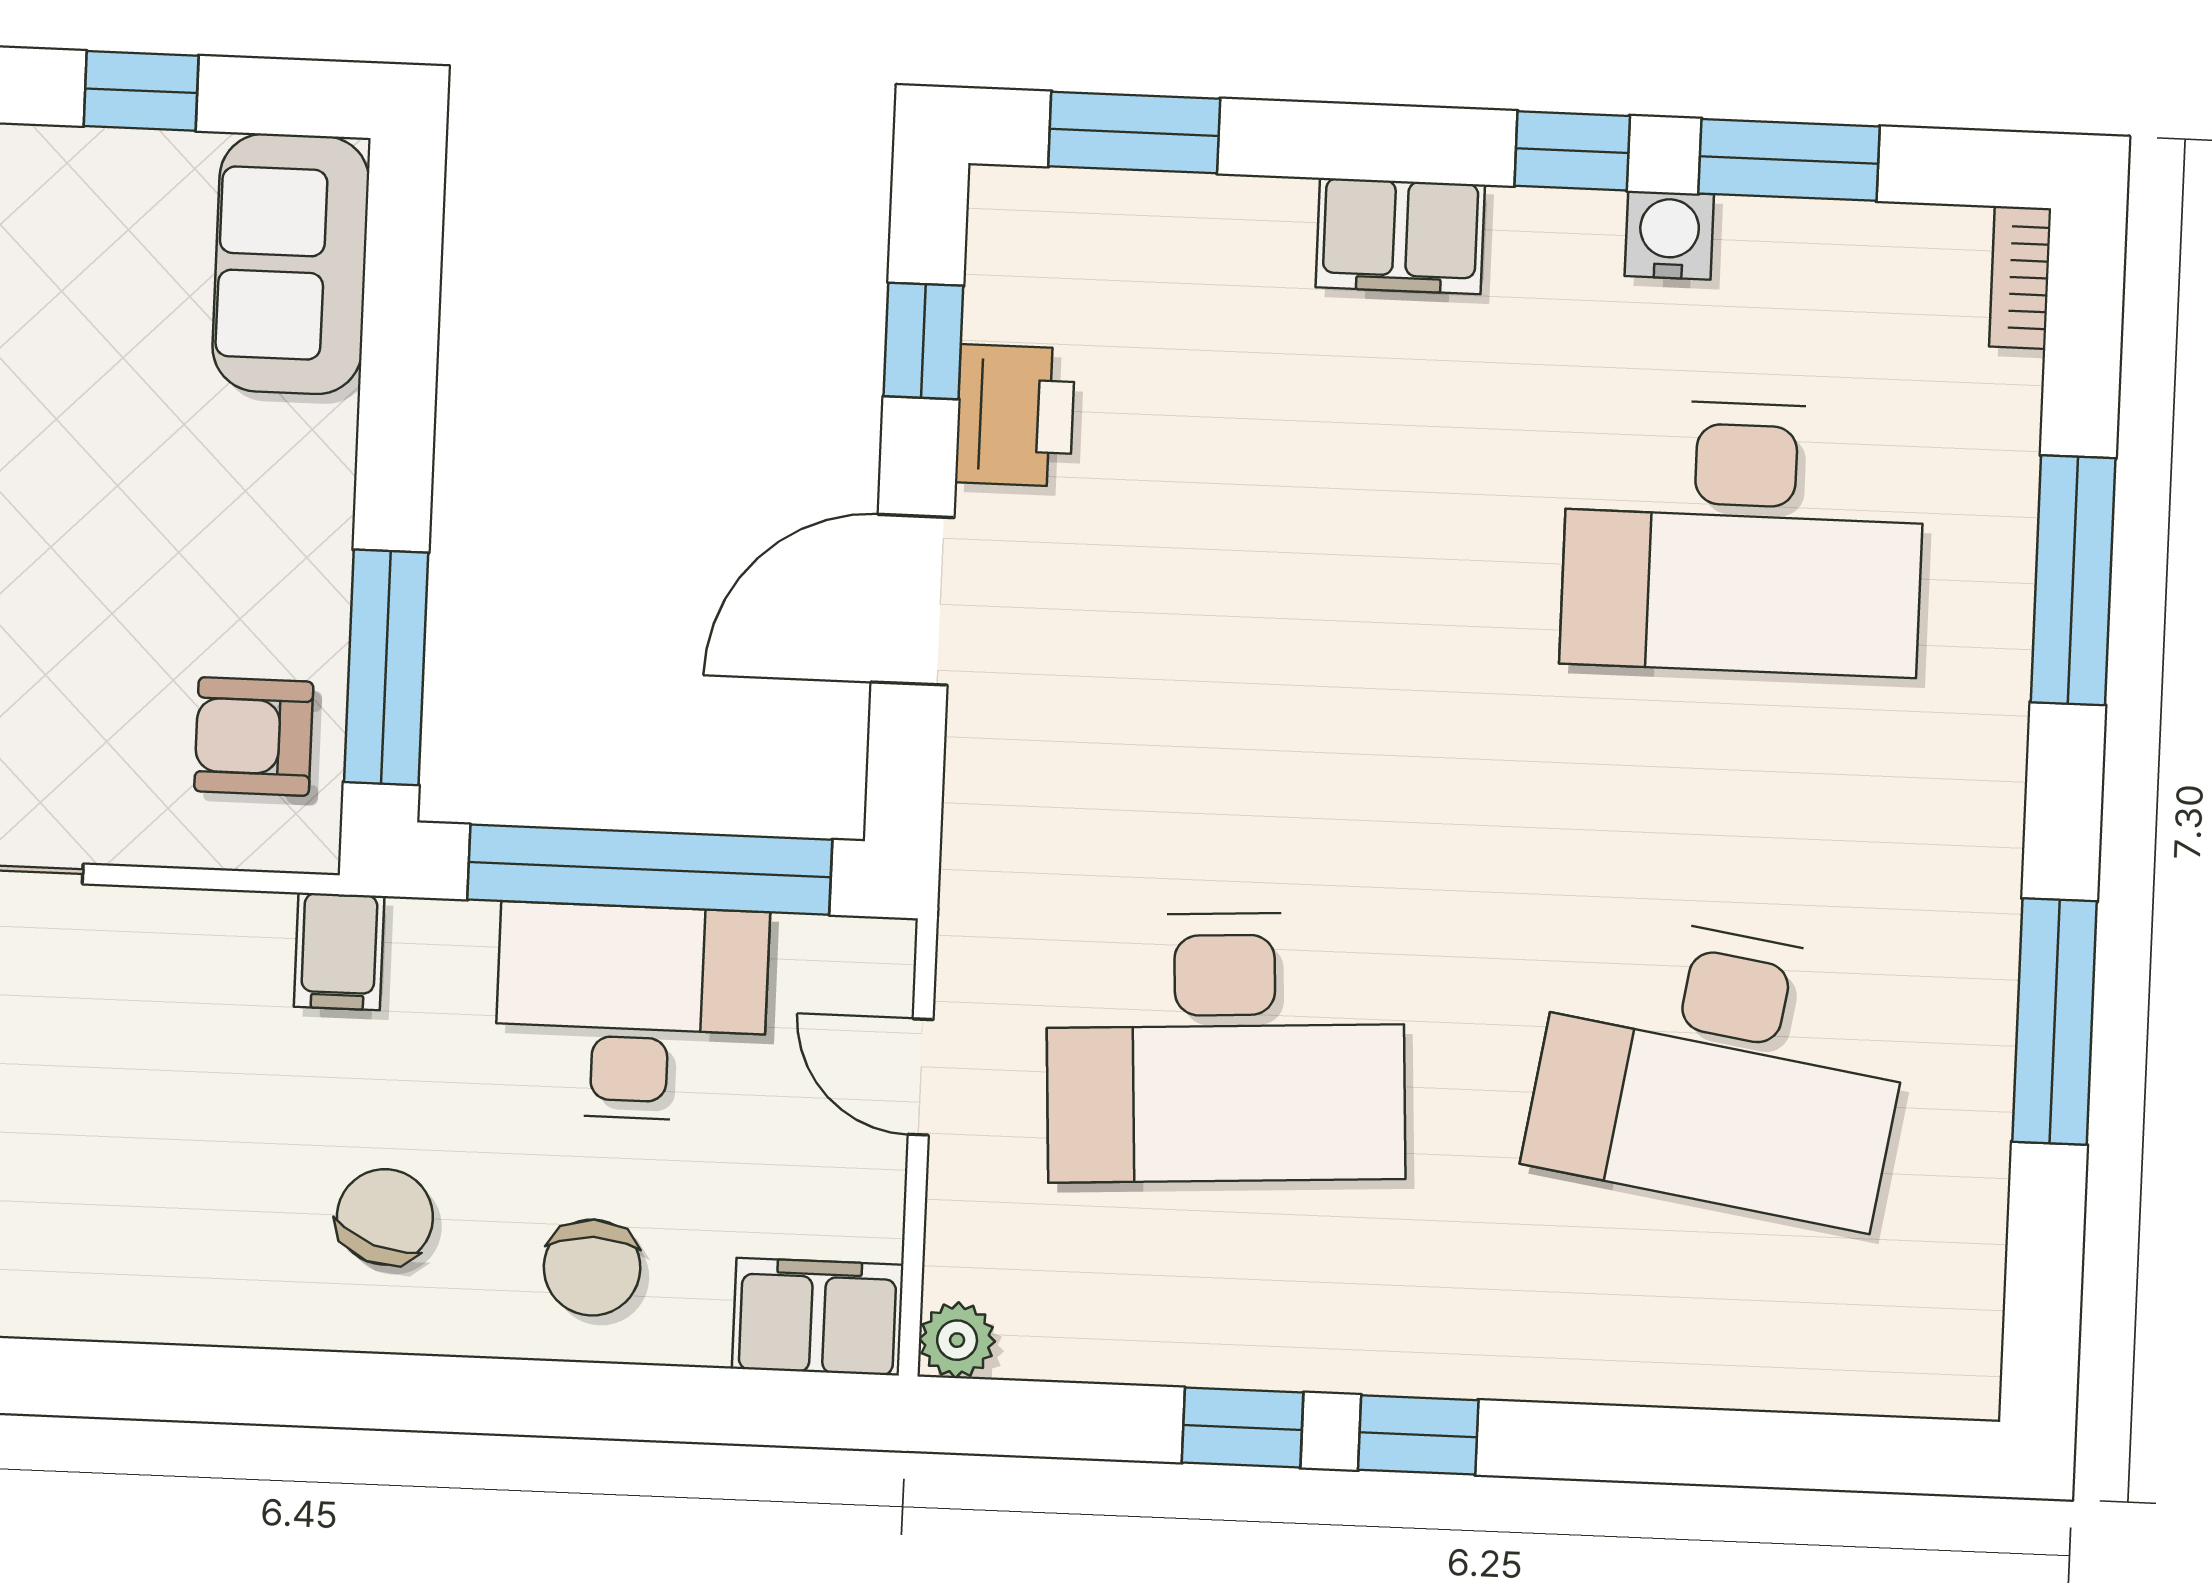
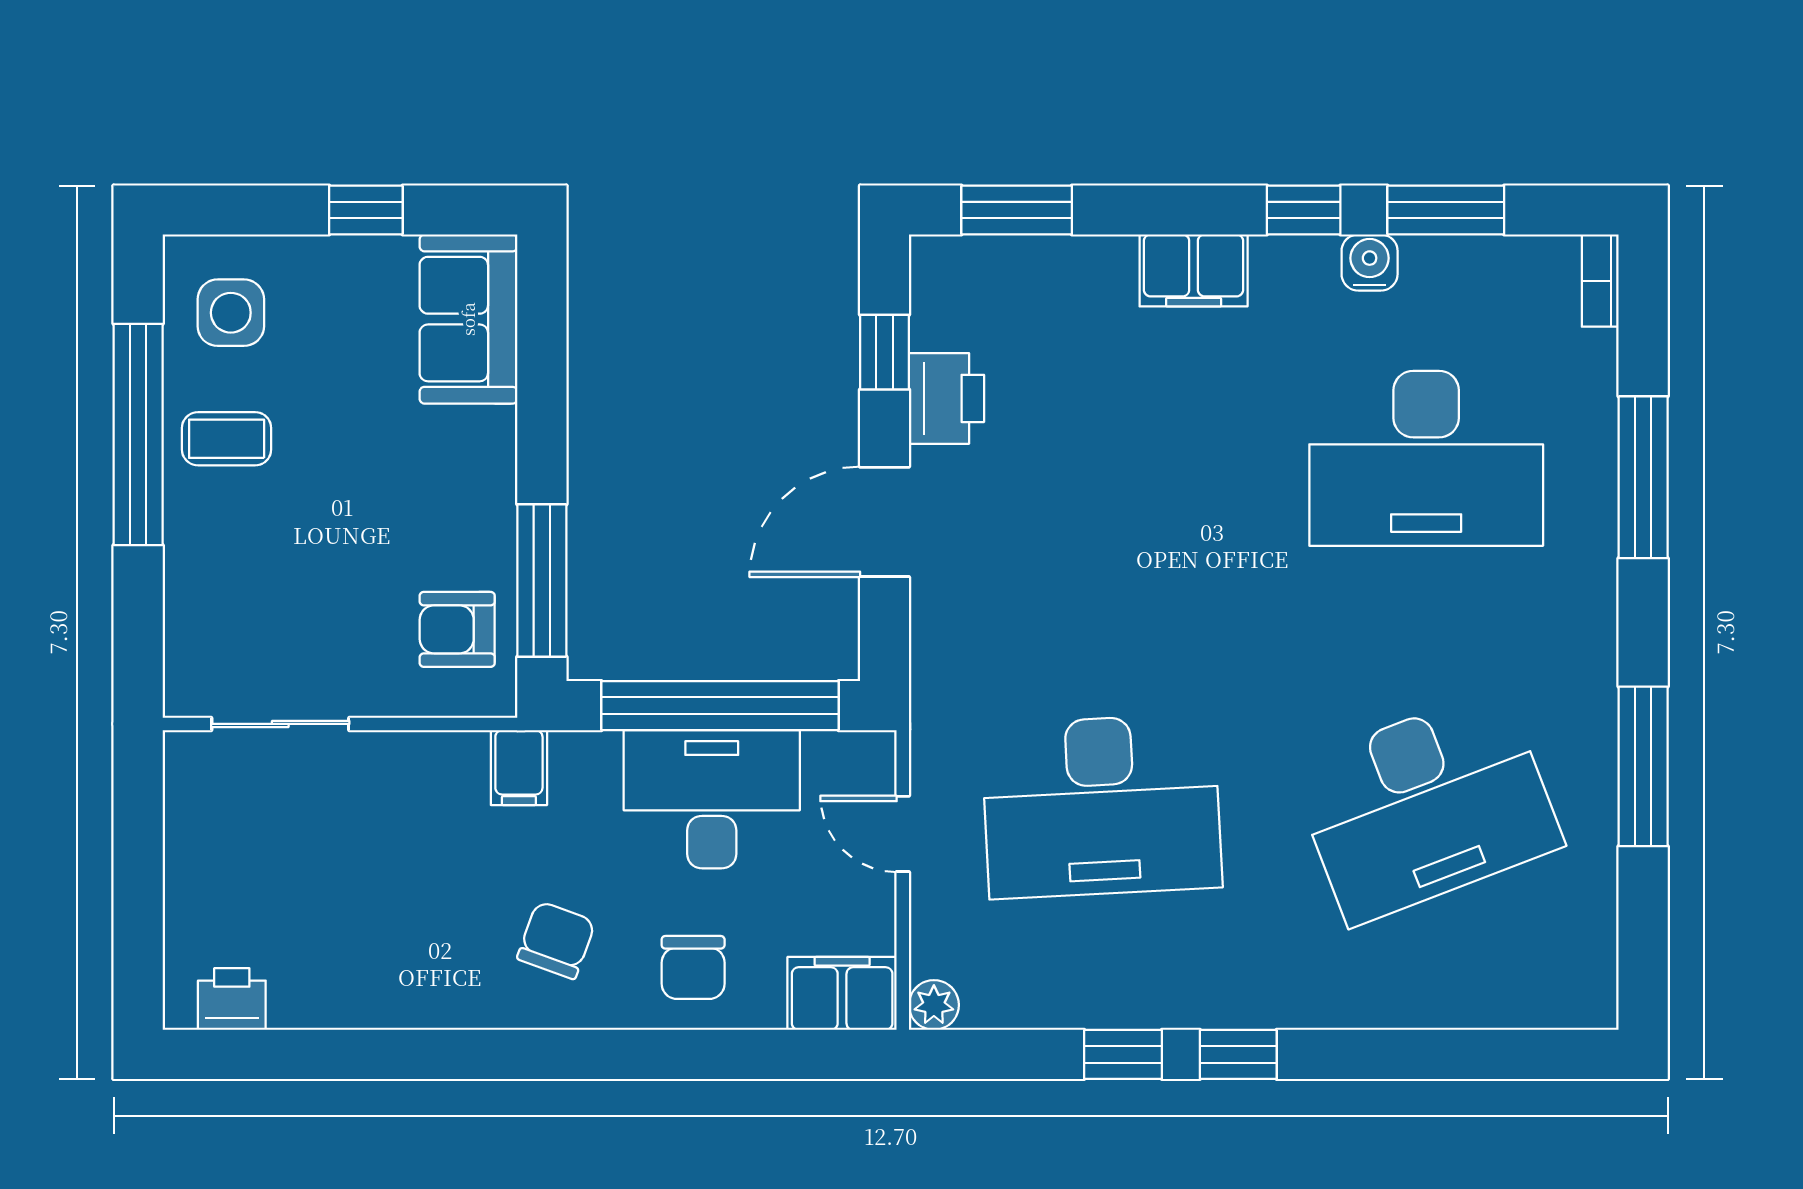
desk: (1721, 1068) -> (1426, 806), turned -30

